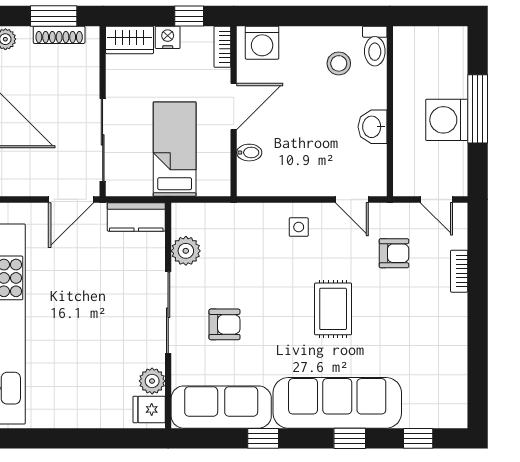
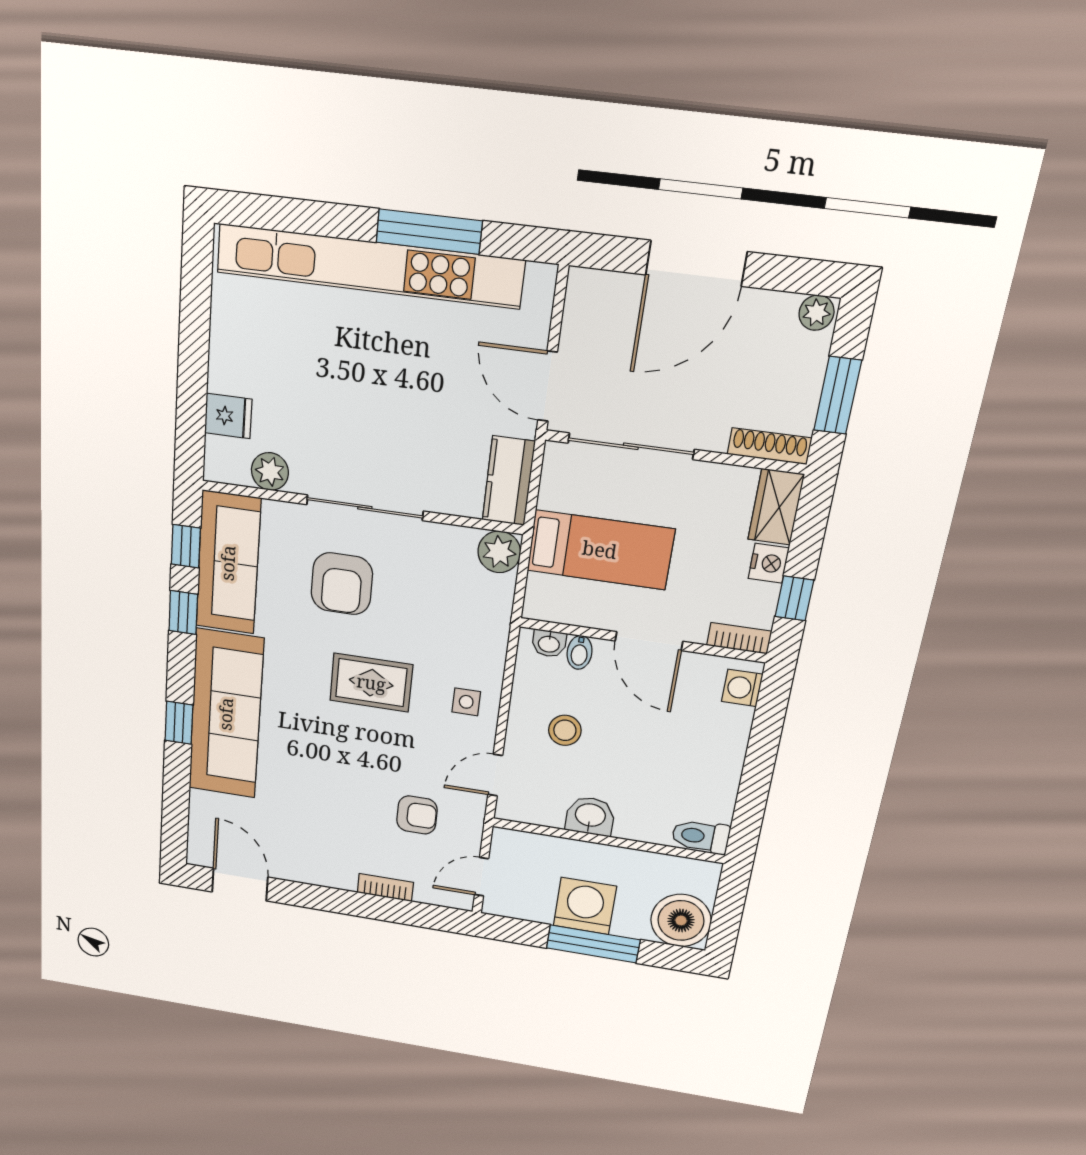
shoe rack: (59, 35) -> (769, 446), moved, turned 90
washing machine: (262, 43) -> (742, 688), width x0.73, depth x0.73
boiler: (446, 48) -> (681, 920), added
stool: (339, 63) -> (565, 730), moved
washbasin: (246, 175) -> (549, 643), added
plant: (186, 251) -> (499, 552), moved
armchair: (394, 253) -> (417, 815), turned -90
rug: (333, 309) -> (371, 683), moved
armchair: (224, 324) -> (342, 584), width x1.38, depth x1.38
door: (478, 385) -> (240, 885), added
fridge: (149, 409) -> (228, 416), moved, turned 90
window: (418, 438) -> (186, 546), moved

